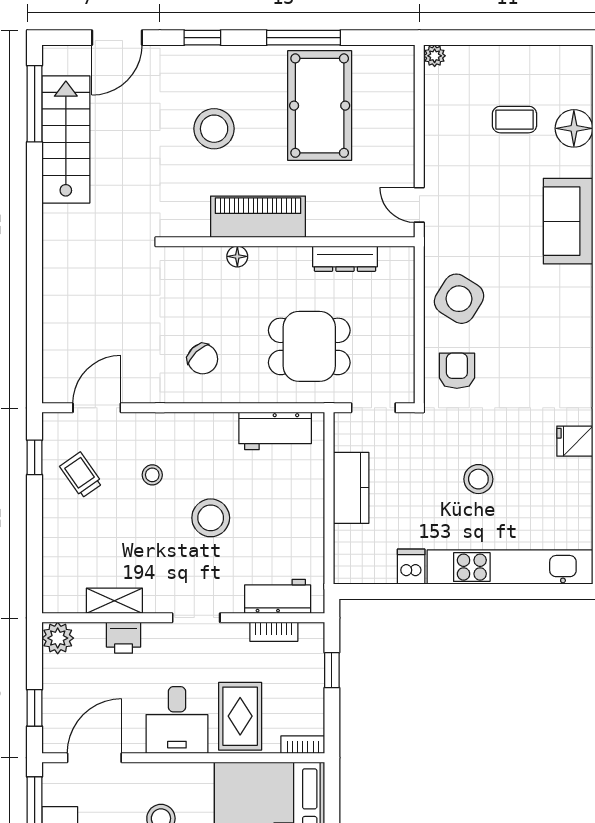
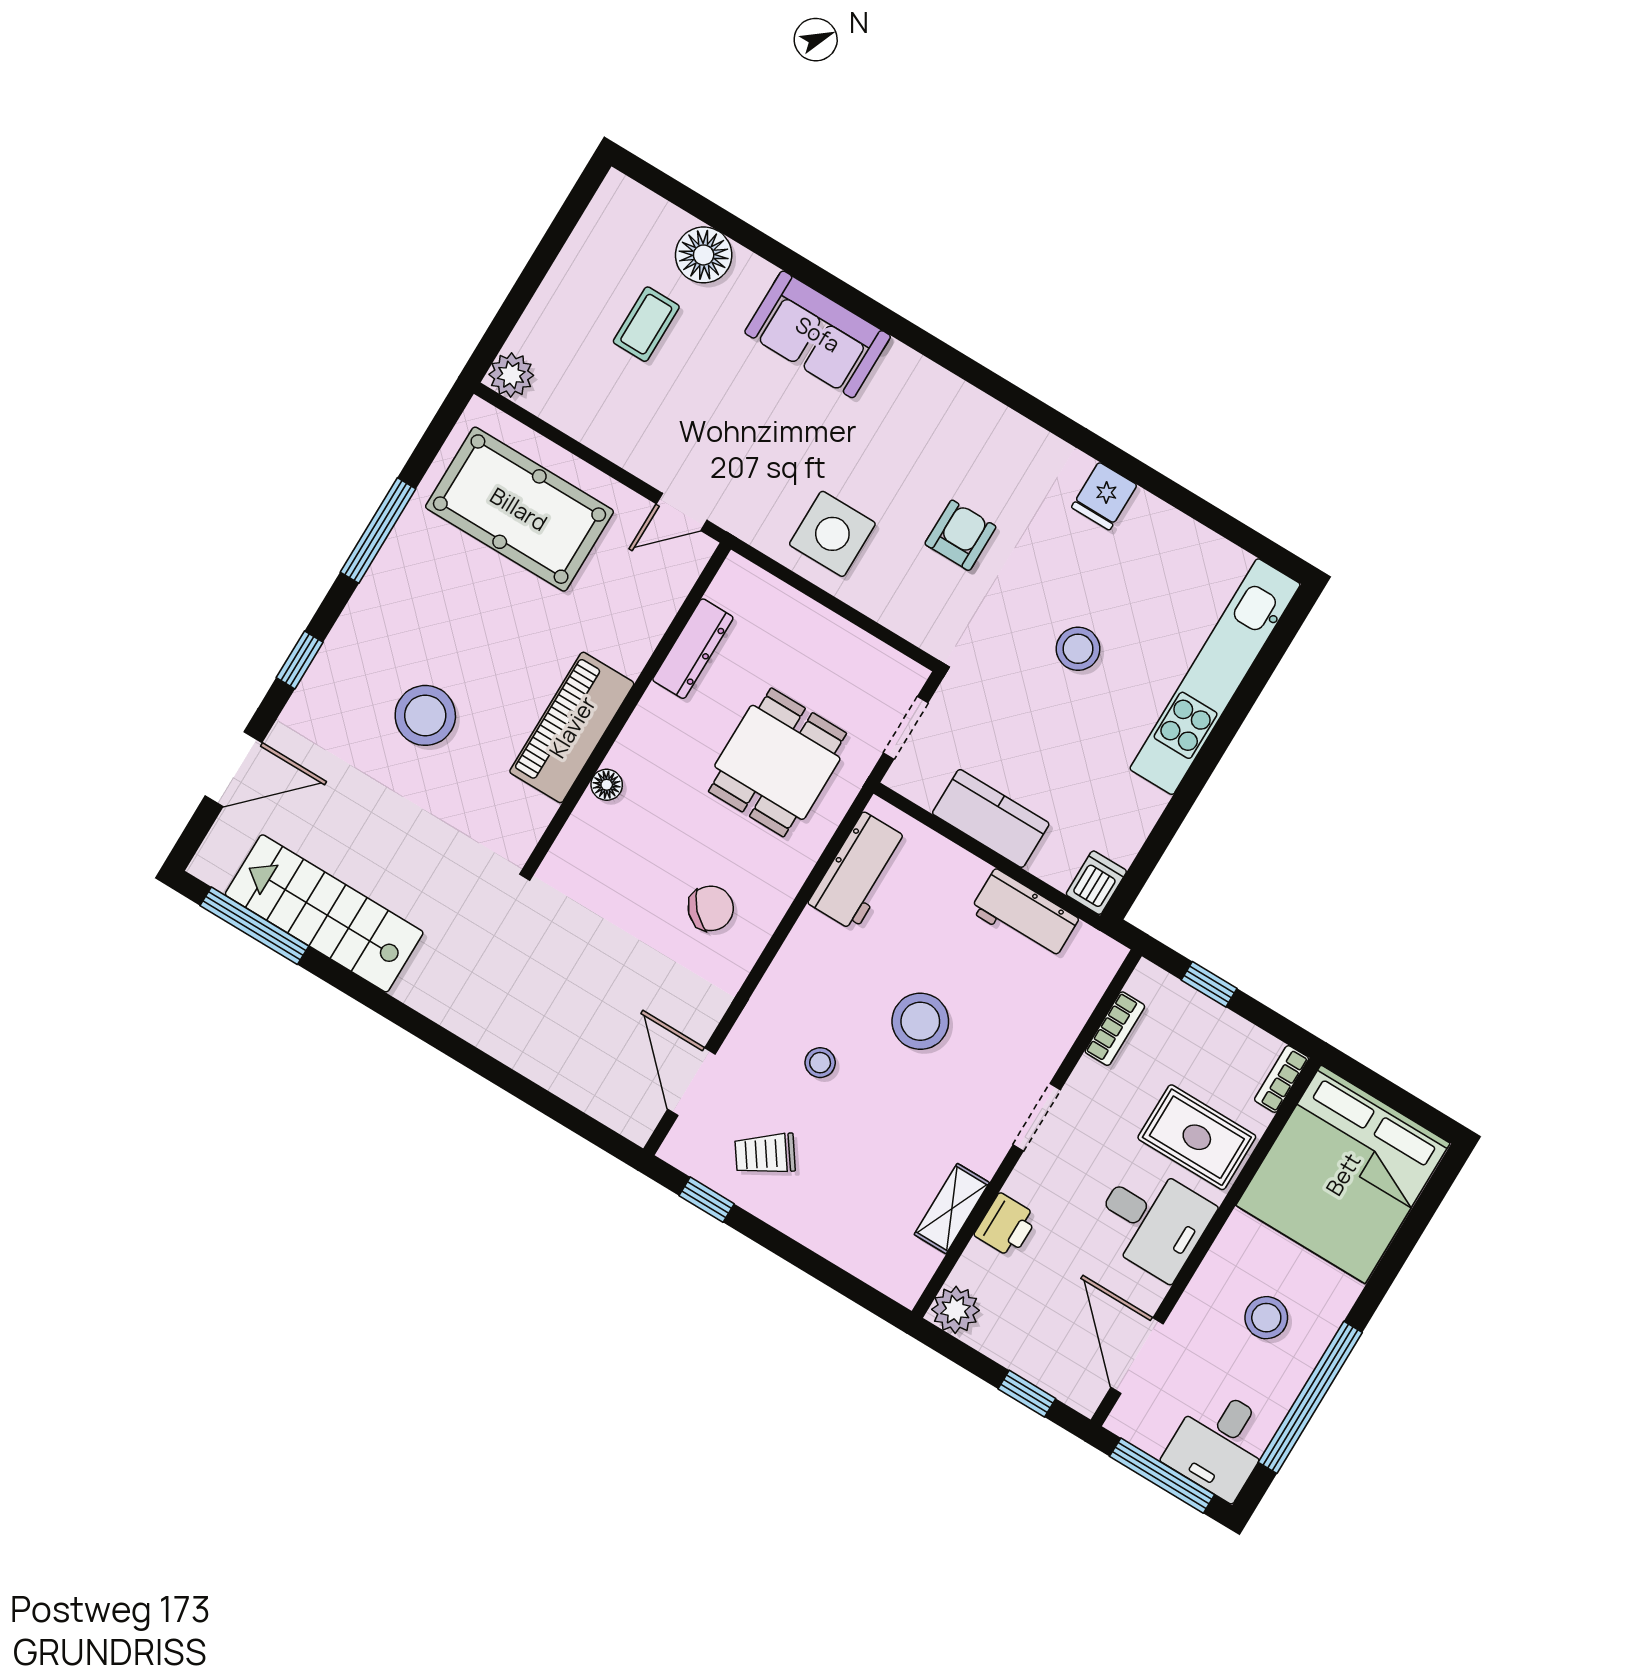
door: (117, 38) -> (234, 769), hinge flipped
plant: (435, 56) -> (511, 375), width x1.38, depth x1.38
pool table: (320, 106) -> (519, 509), moved
side table: (459, 299) -> (832, 534), turned -32
armchair: (457, 371) -> (960, 535), moved, turned 90
dishwasher: (411, 567) -> (1096, 883), moved, turned 90
workbench: (278, 596) -> (1024, 915), moved, turned -90

